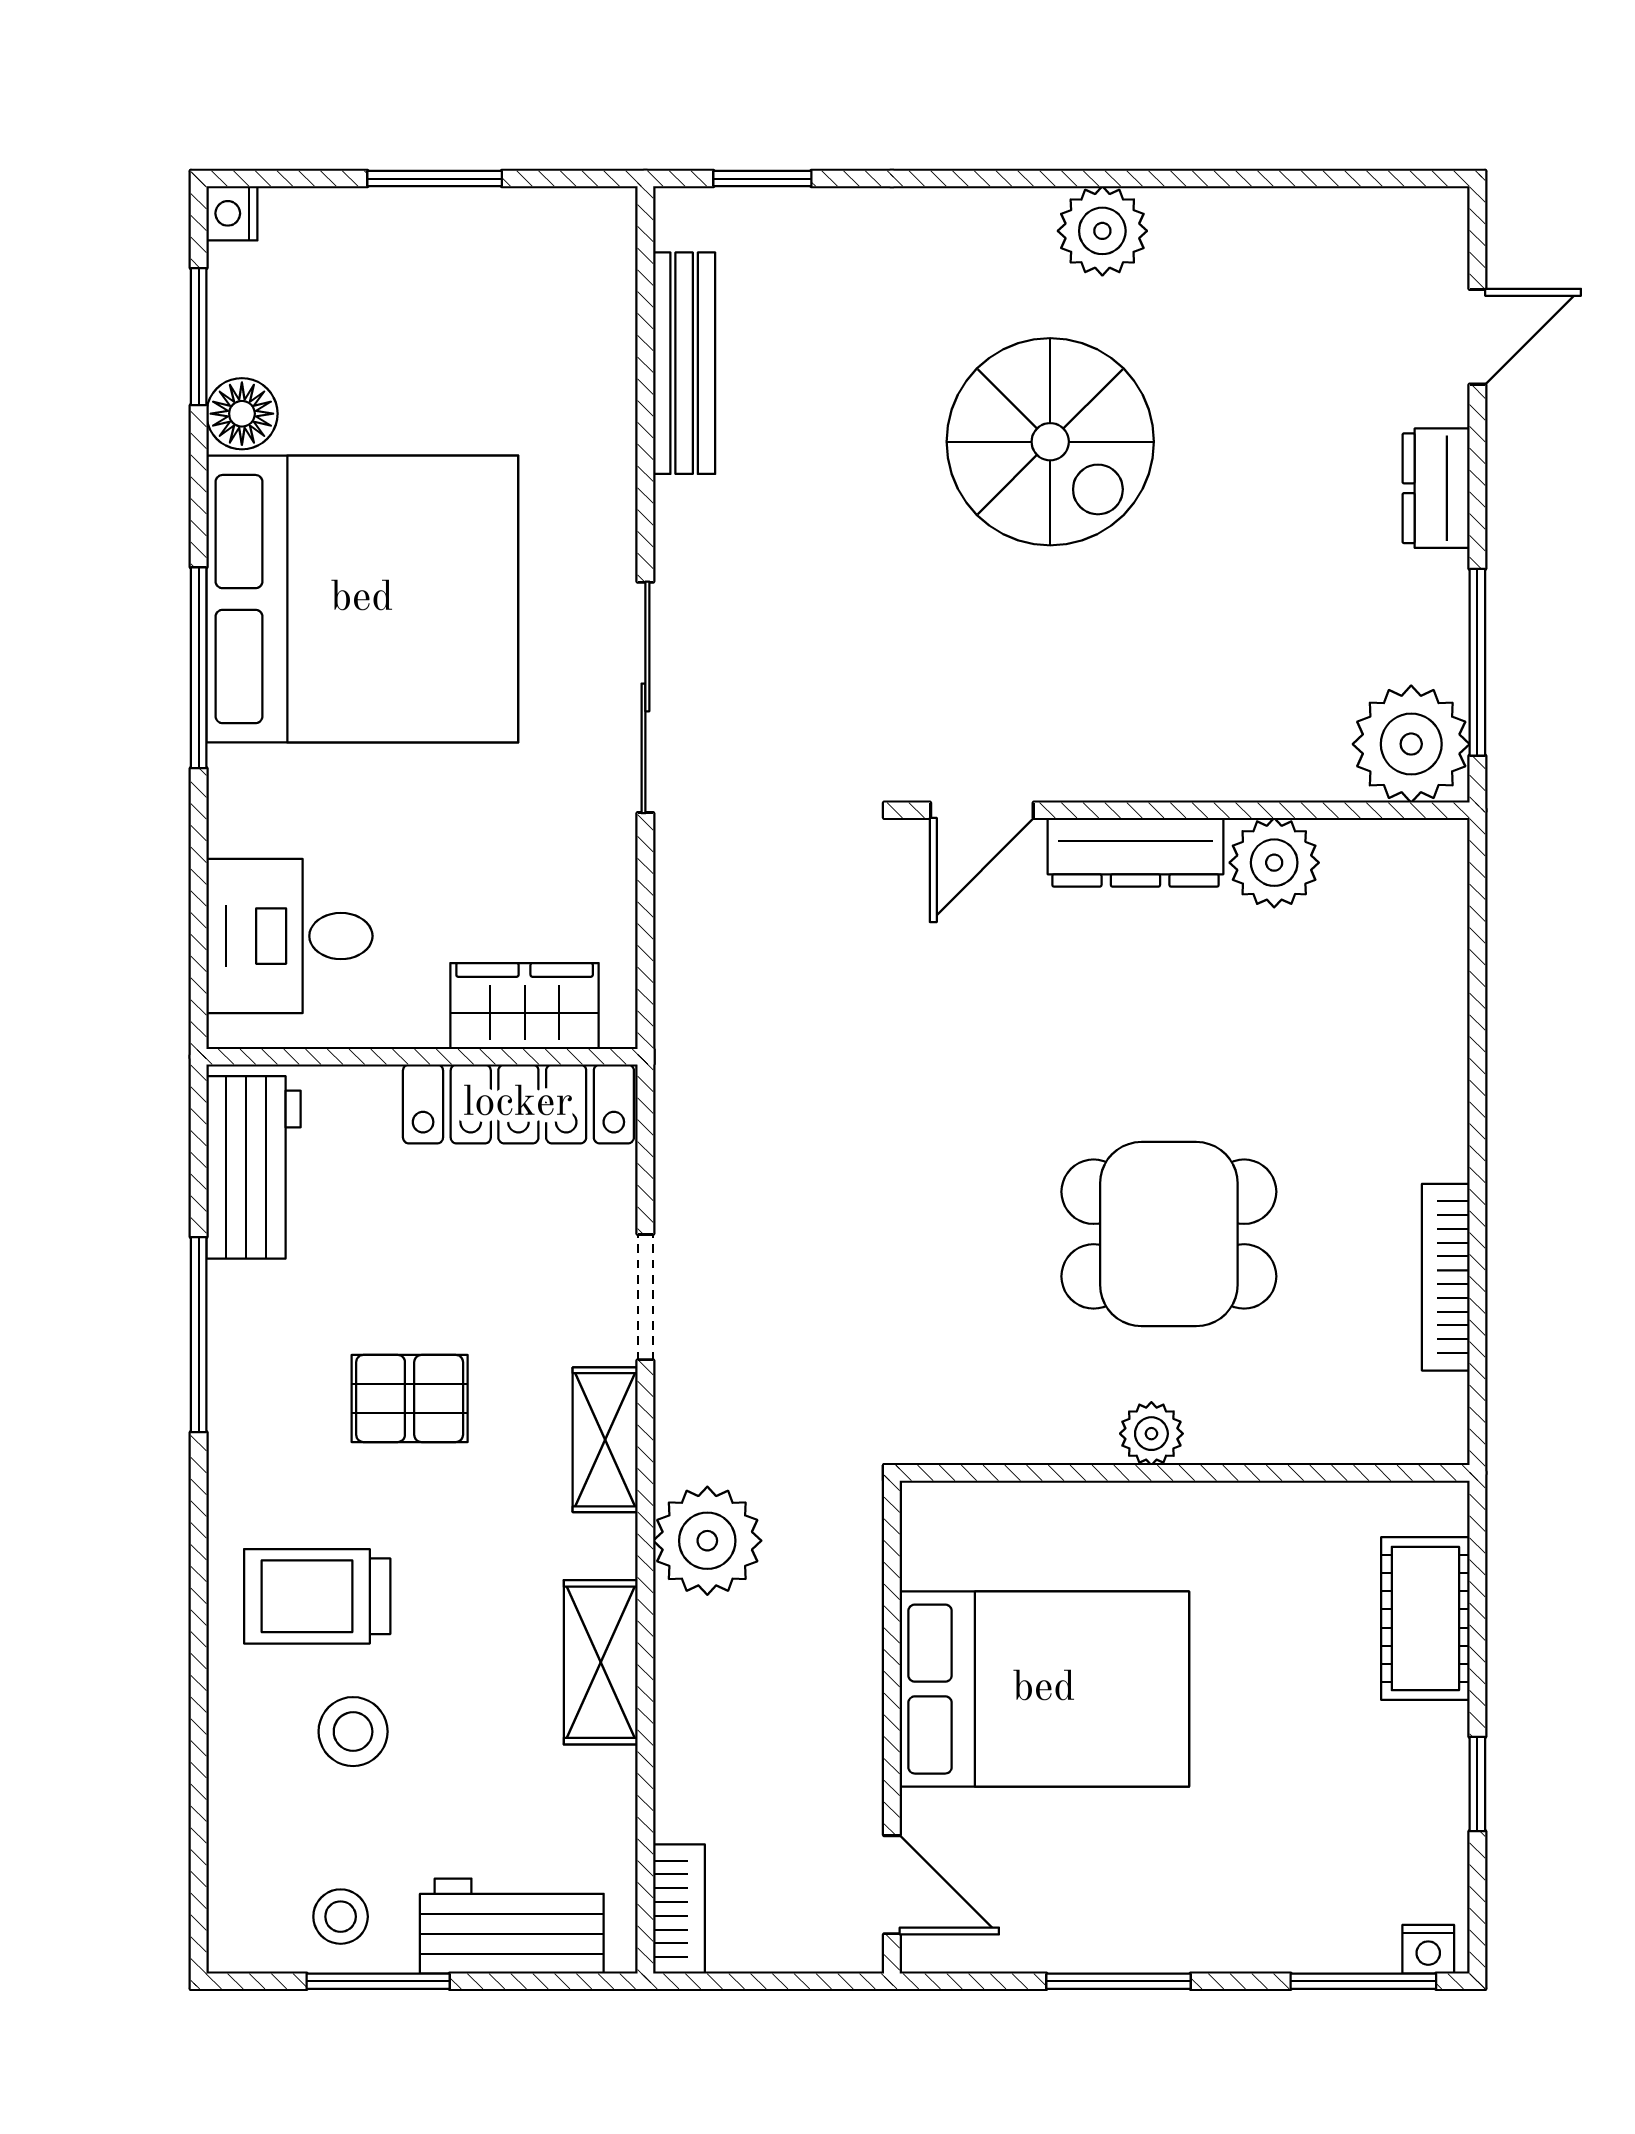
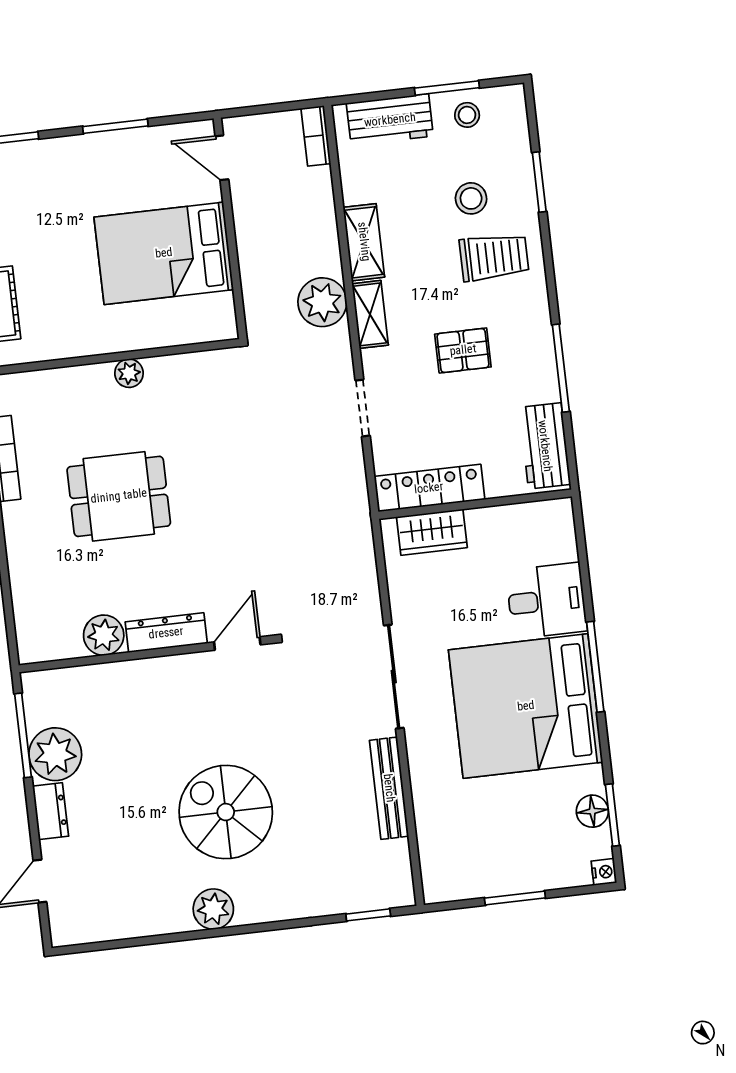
bench: (684, 363) -> (389, 788), moved
floor lamp: (242, 414) -> (592, 811), moved
plant: (1411, 744) -> (55, 754), moved
desk: (289, 936) -> (546, 601), moved
dining table: (1169, 1234) -> (119, 496), moved
shelving: (605, 1440) -> (370, 314), moved
window: (199, 1750) -> (539, 182), added

